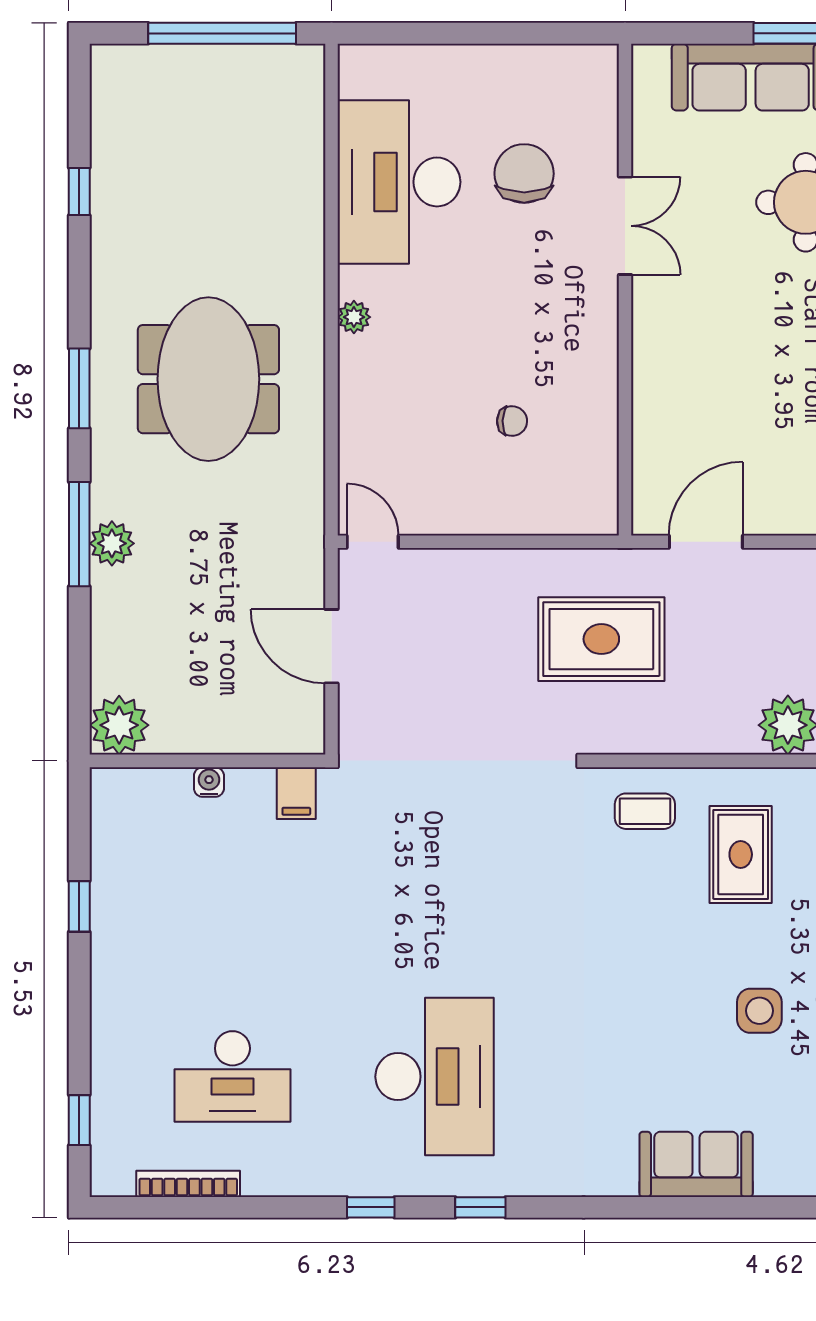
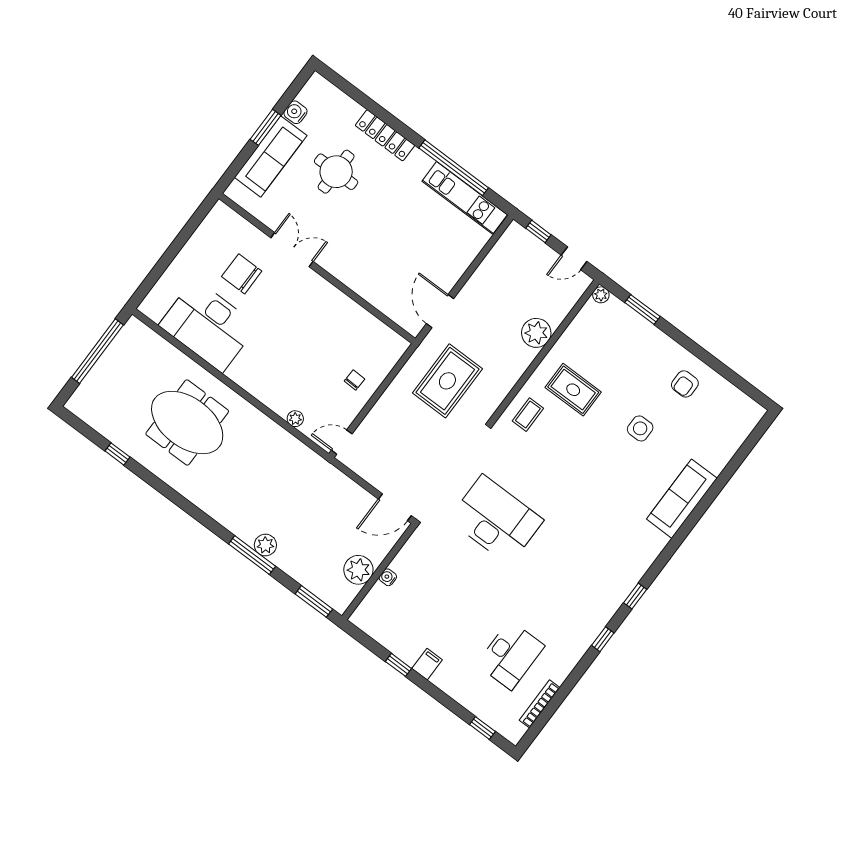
plant: (354, 317) -> (295, 419), moved
meeting table: (208, 379) -> (187, 422), moved
window: (79, 388) -> (314, 601), moved
chair: (512, 421) -> (355, 380), moved
door: (331, 646) -> (395, 507), moved
plant: (119, 725) -> (358, 570), moved
filing cabinet: (296, 793) -> (427, 664), moved, turned -90
desk: (435, 1077) -> (496, 520), moved
sofa: (696, 1164) -> (682, 499), width x1.36

